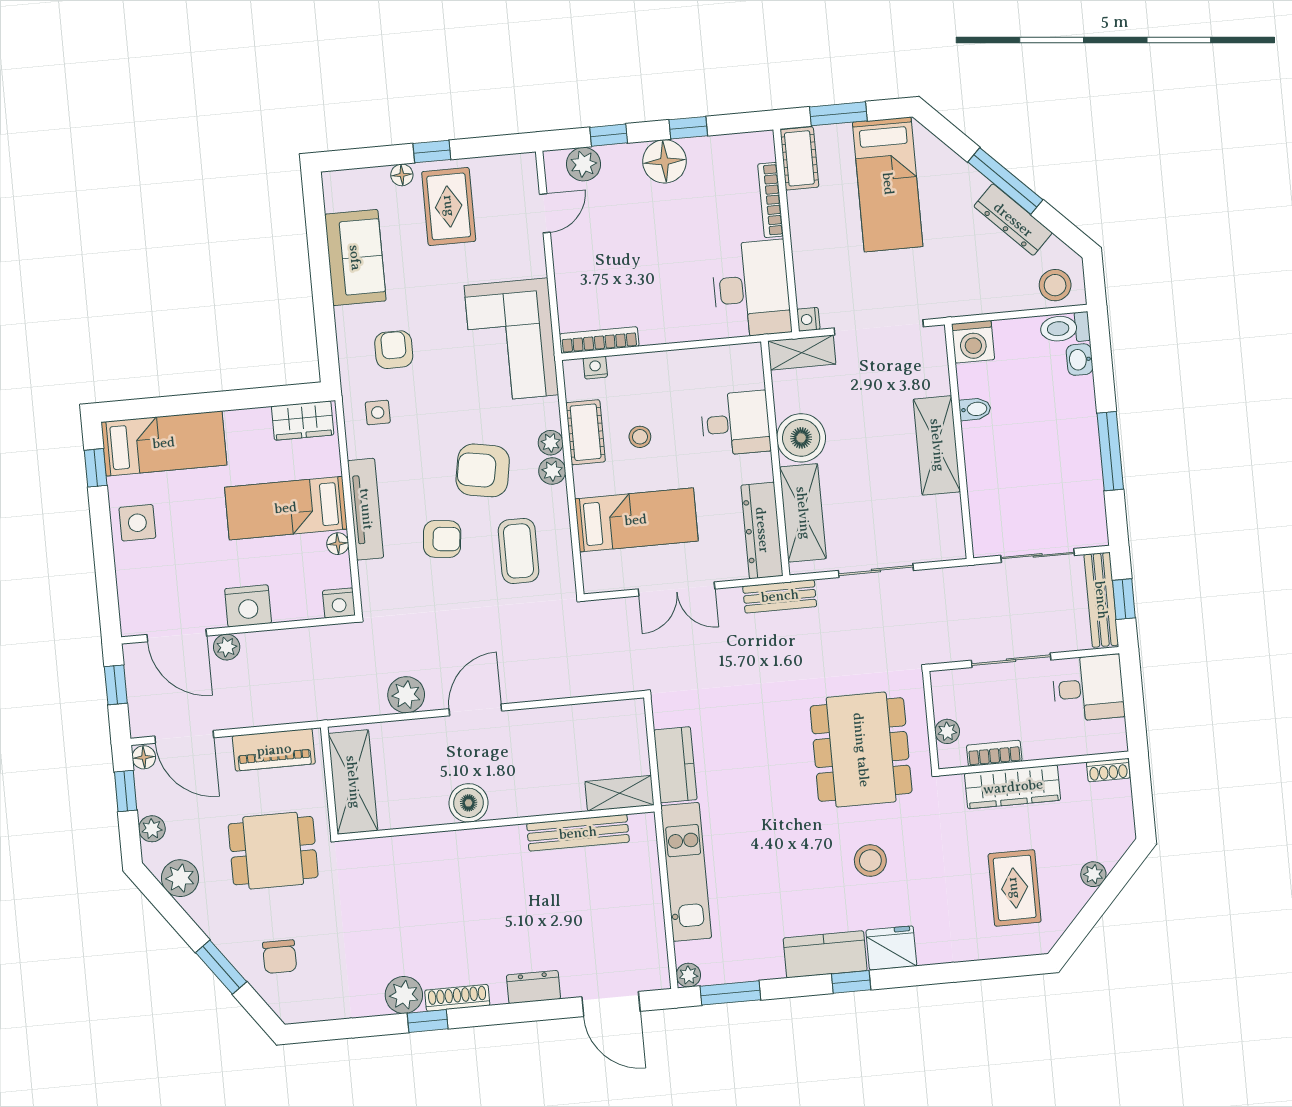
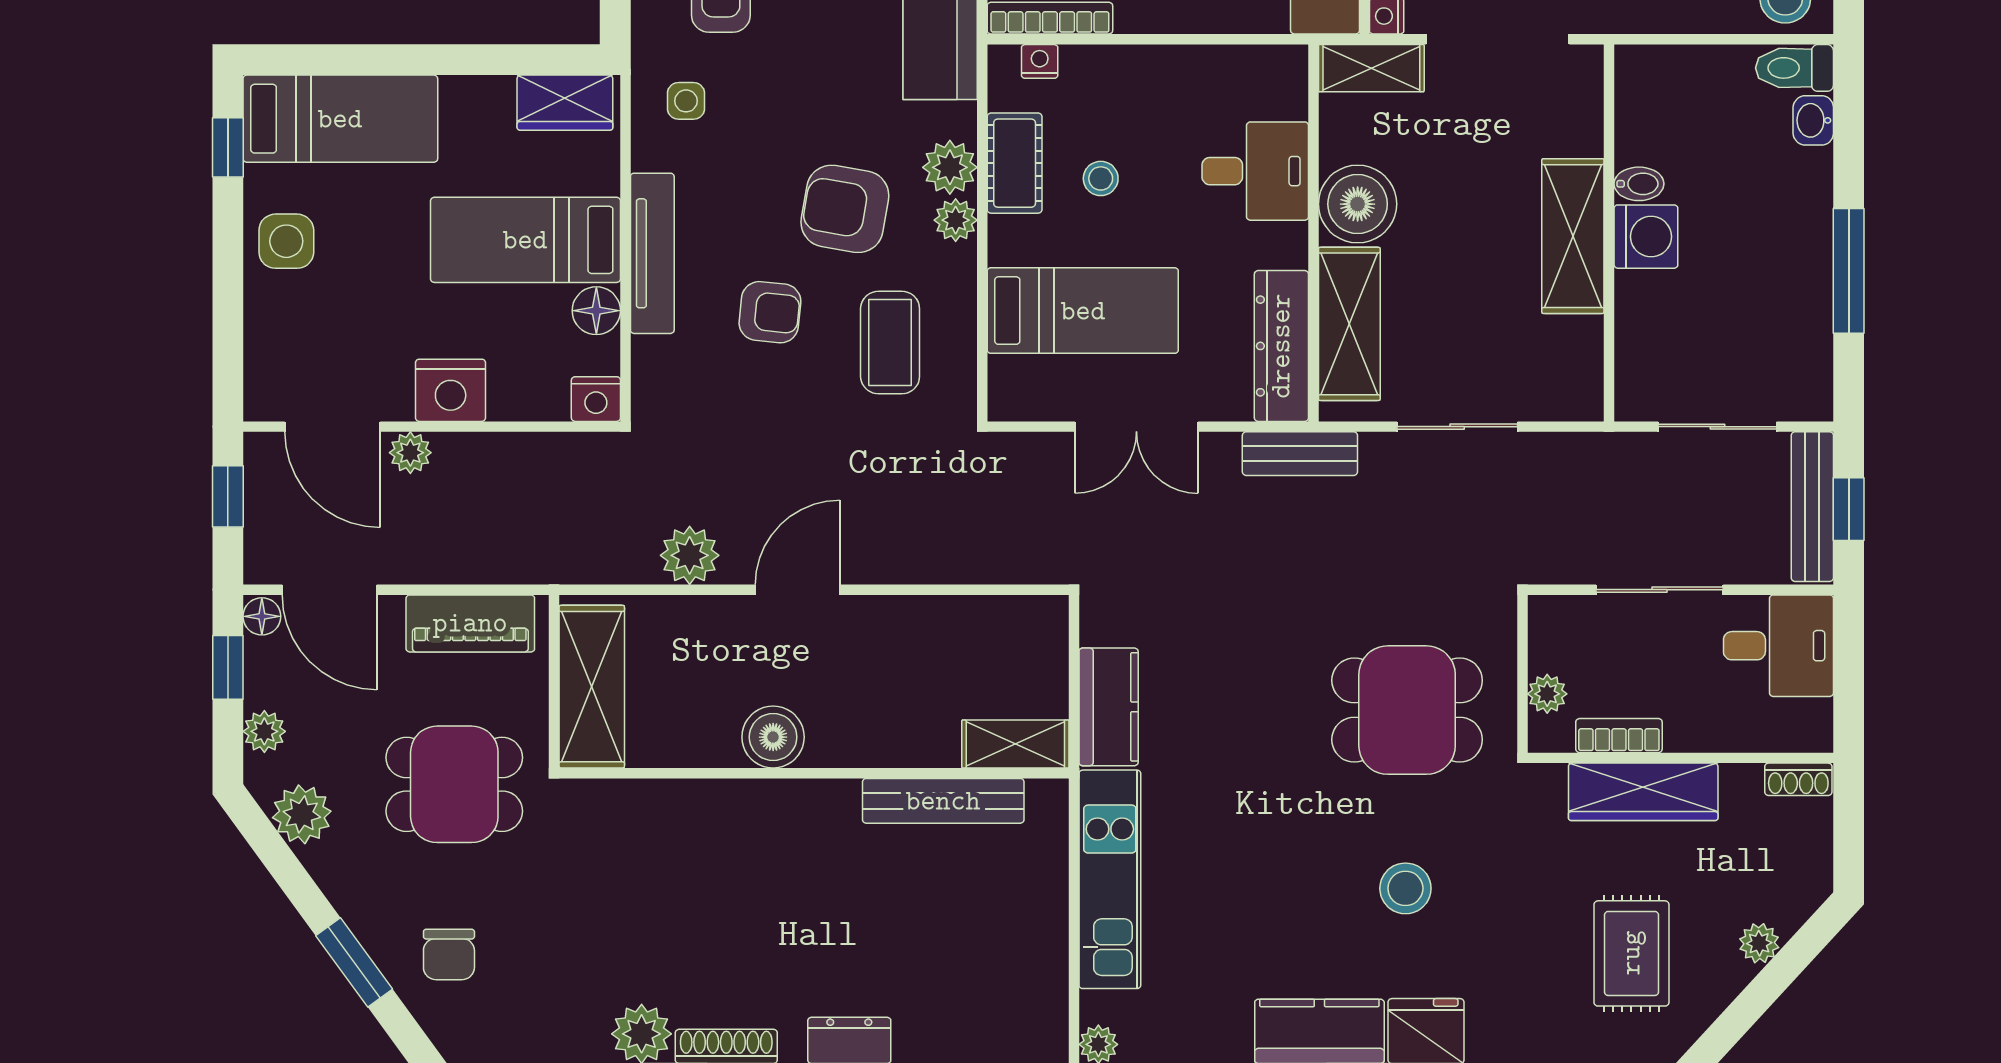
washing machine: (973, 342) -> (1646, 237), moved, turned -90
plant: (551, 443) -> (950, 167), width x1.38, depth x1.38
floor lamp: (338, 544) -> (596, 311), width x1.37, depth x1.37
dining table: (861, 750) -> (1407, 710), width x0.73

